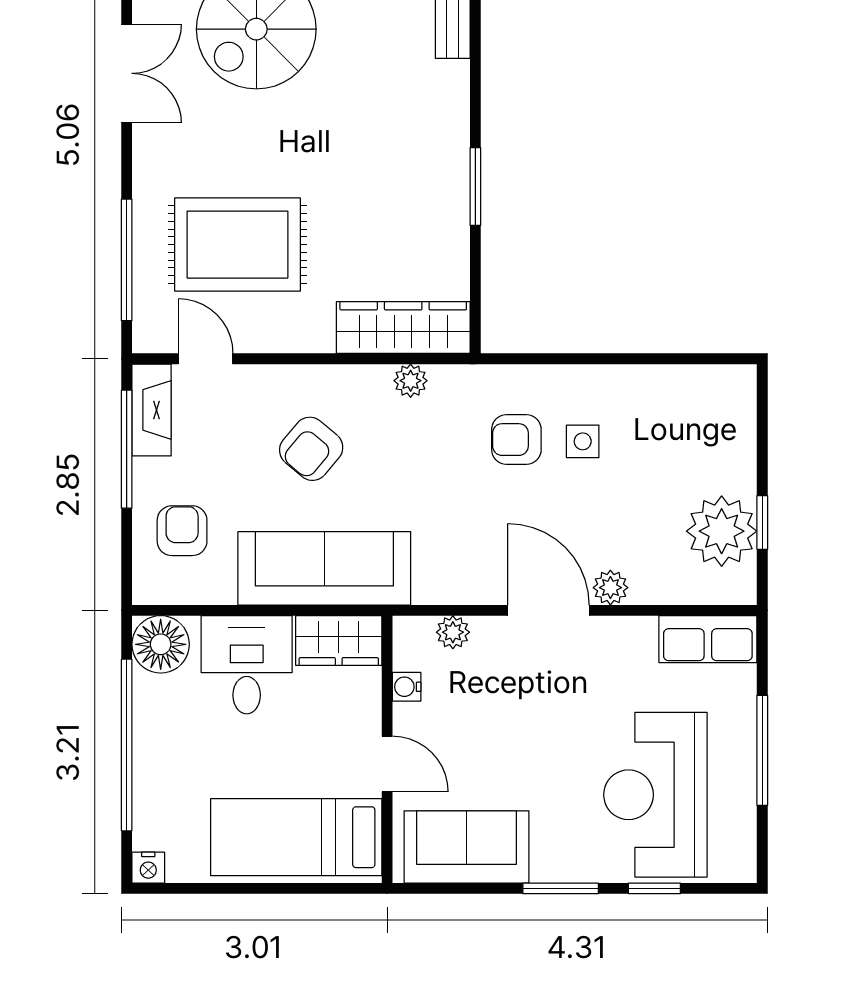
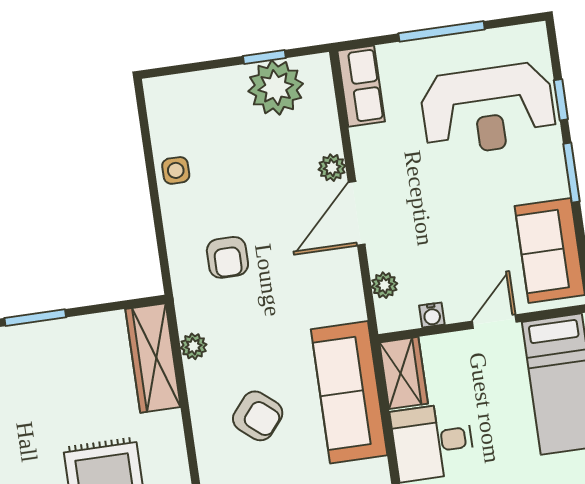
side table: (583, 441) -> (176, 170), moved

